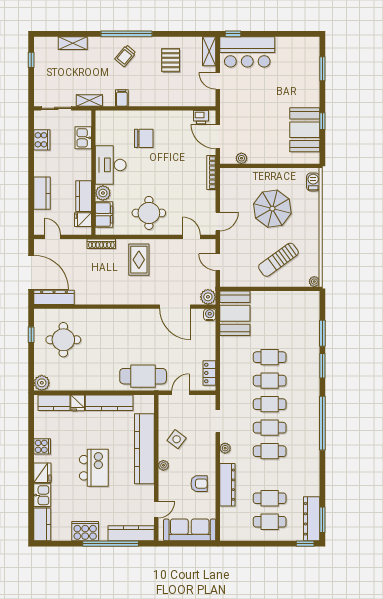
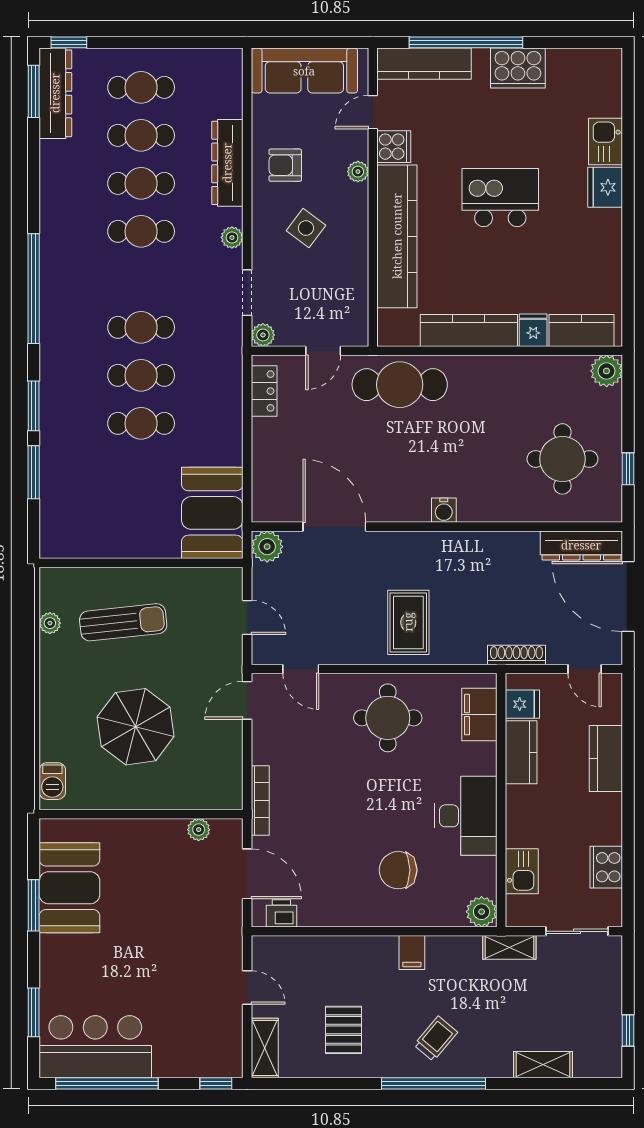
window: (286, 34) -> (107, 1083), added
bar counter: (247, 52) -> (95, 1047), moved
filing cabinet: (122, 98) -> (412, 953), moved
window: (322, 121) -> (34, 905), width x1.50
plant: (103, 193) -> (482, 912), moved
shoe rack: (101, 244) -> (516, 655), moved
sun lounger: (278, 260) -> (123, 622), turned 30
plant: (314, 282) -> (50, 623), moved
water cooler: (210, 315) -> (444, 510), moved
plant: (210, 400) -> (263, 335), added
cafe table: (270, 428) -> (141, 183), moved
side table: (177, 439) -> (306, 228), moved
cooker: (42, 446) -> (394, 147), moved, turned 180
plant: (163, 465) -> (358, 172), moved
kitchen island: (94, 468) -> (500, 198), turned 90
kitchen counter: (42, 524) -> (606, 82), removed

